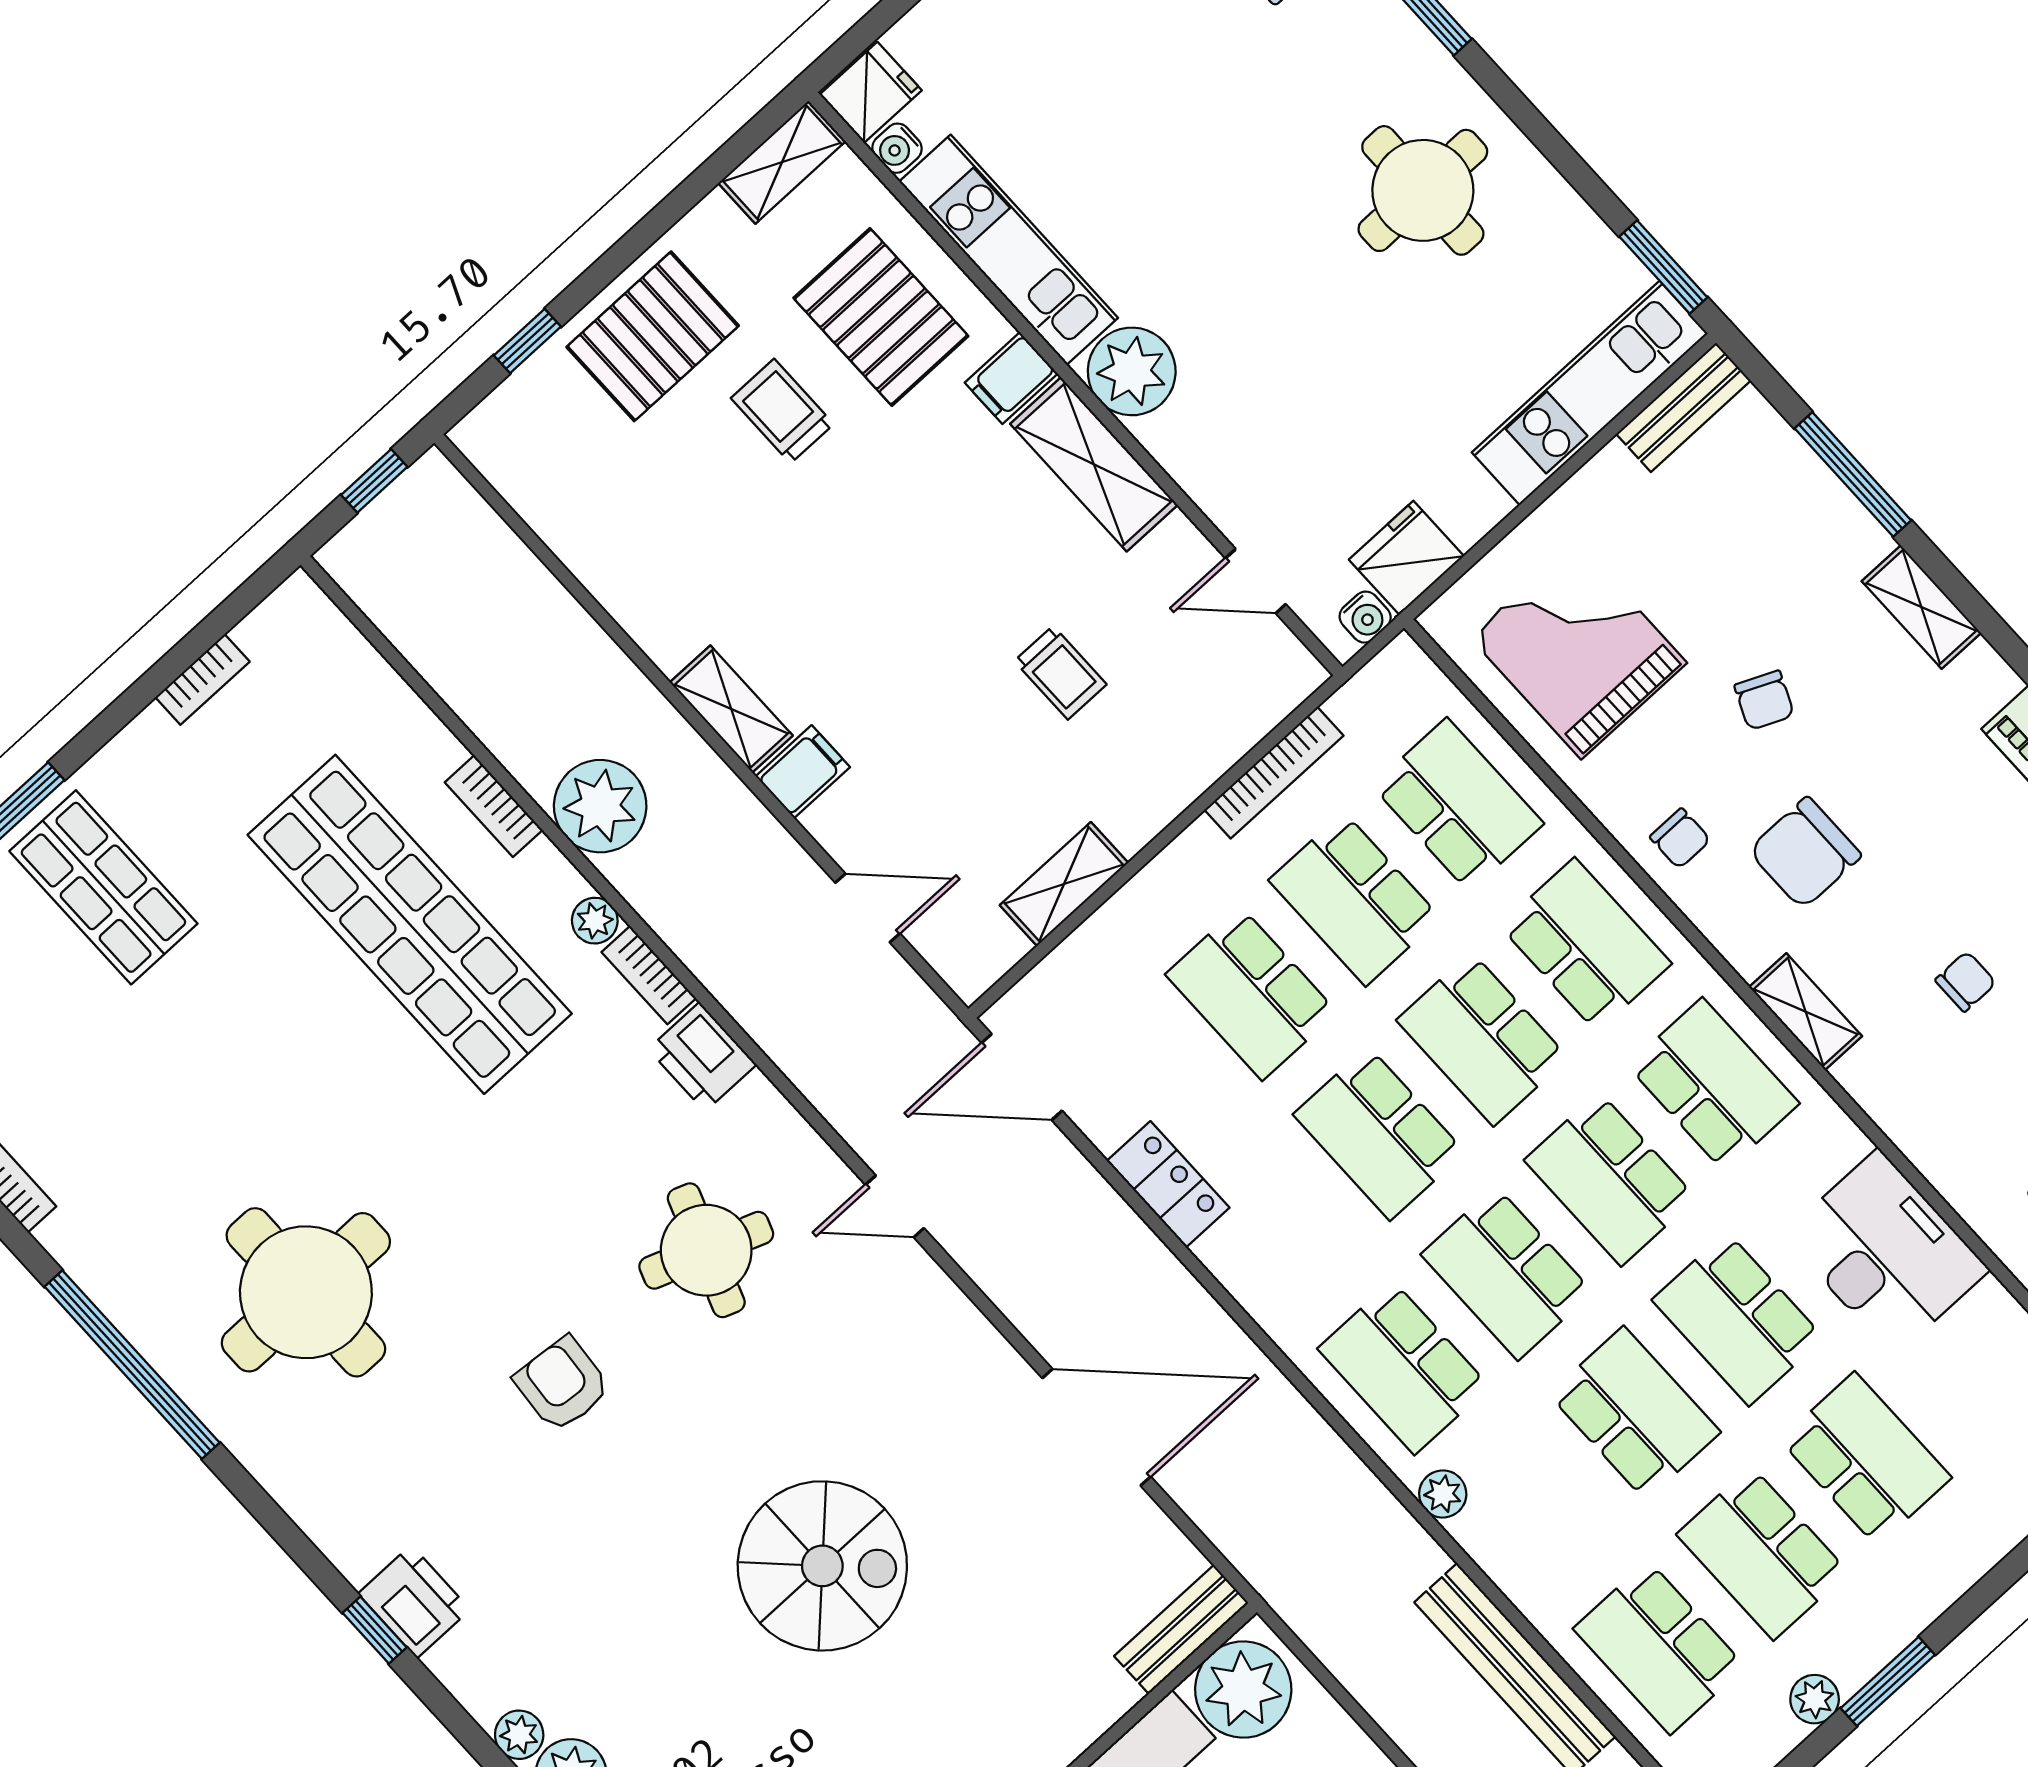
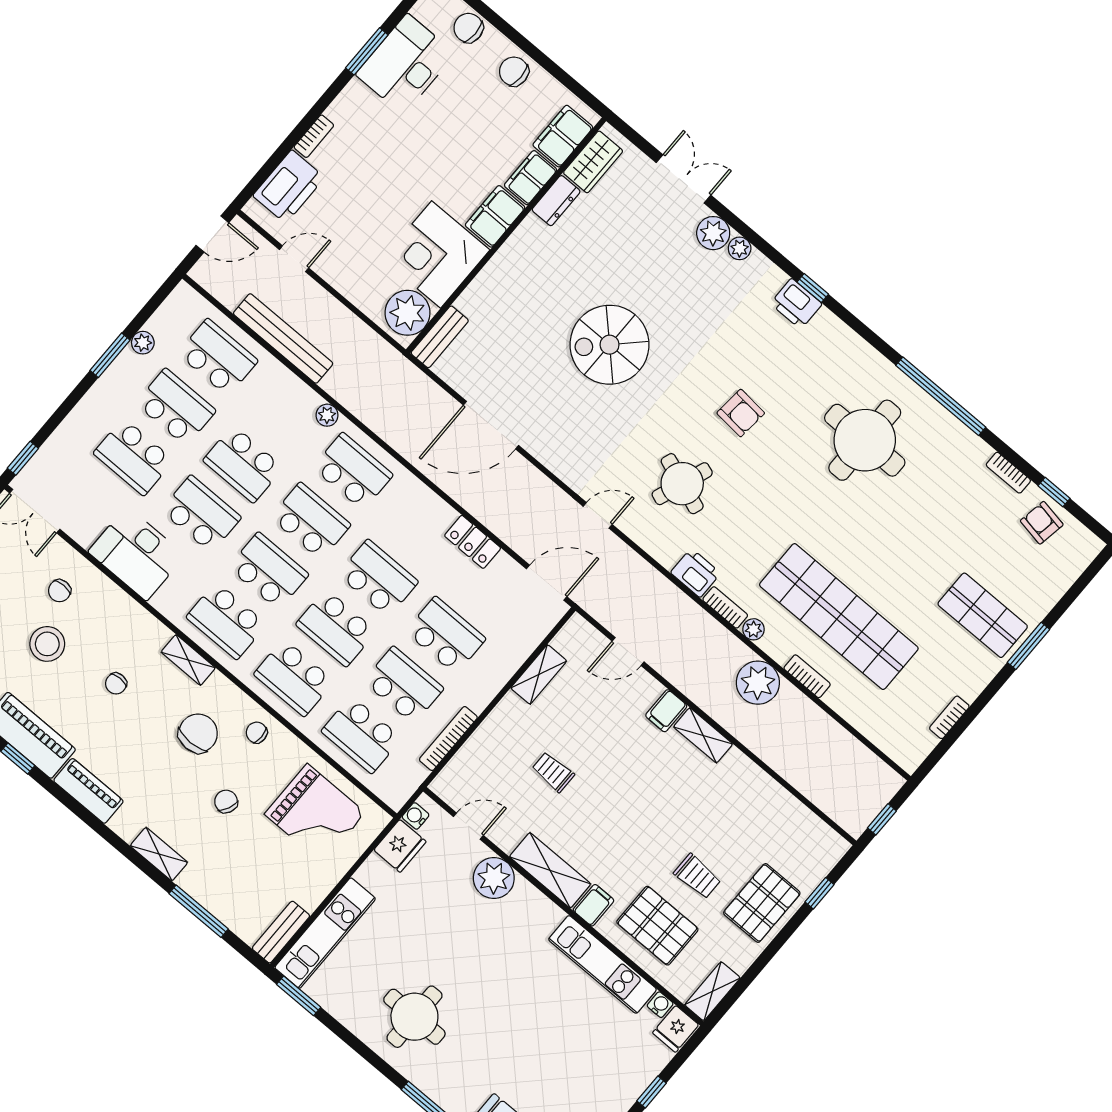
plant: (1132, 371) -> (494, 878), moved
school desk: (1482, 1039) -> (336, 628), turned 180

